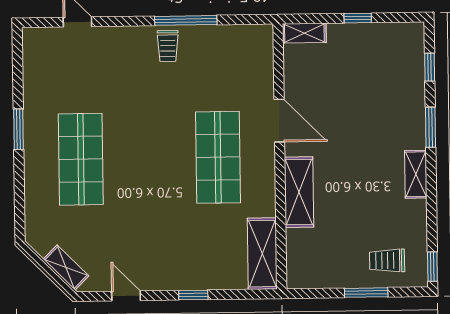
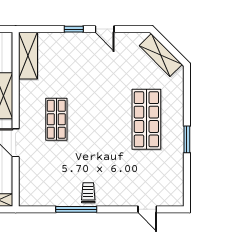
shop shelf: (218, 157) -> (56, 119), width x0.70, depth x0.74
shelving: (66, 268) -> (161, 55), width x1.50, depth x1.33
door: (126, 296) -> (105, 29), moved

